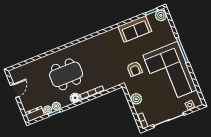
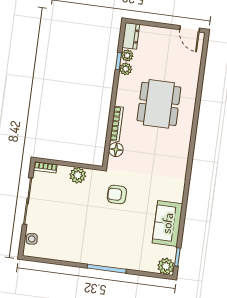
corner sofa: (170, 72) -> (87, 237), removed
door: (15, 91) -> (190, 29), moved
floor lamp: (75, 98) -> (116, 150), moved

